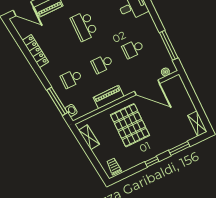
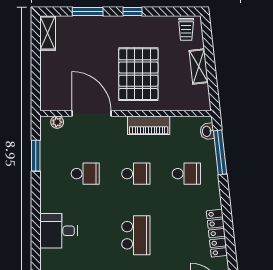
window: (169, 45) -> (36, 156), width x0.69
shelving: (89, 137) -> (199, 66), moved

